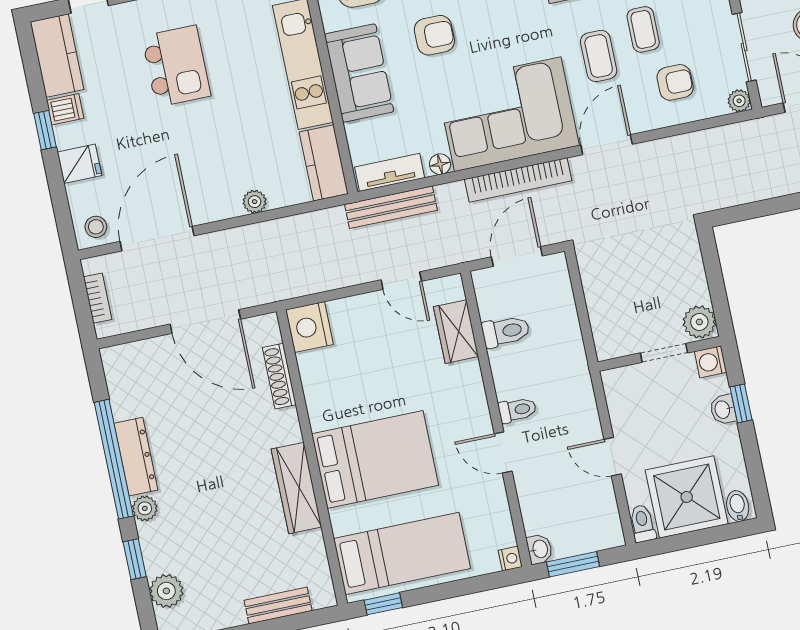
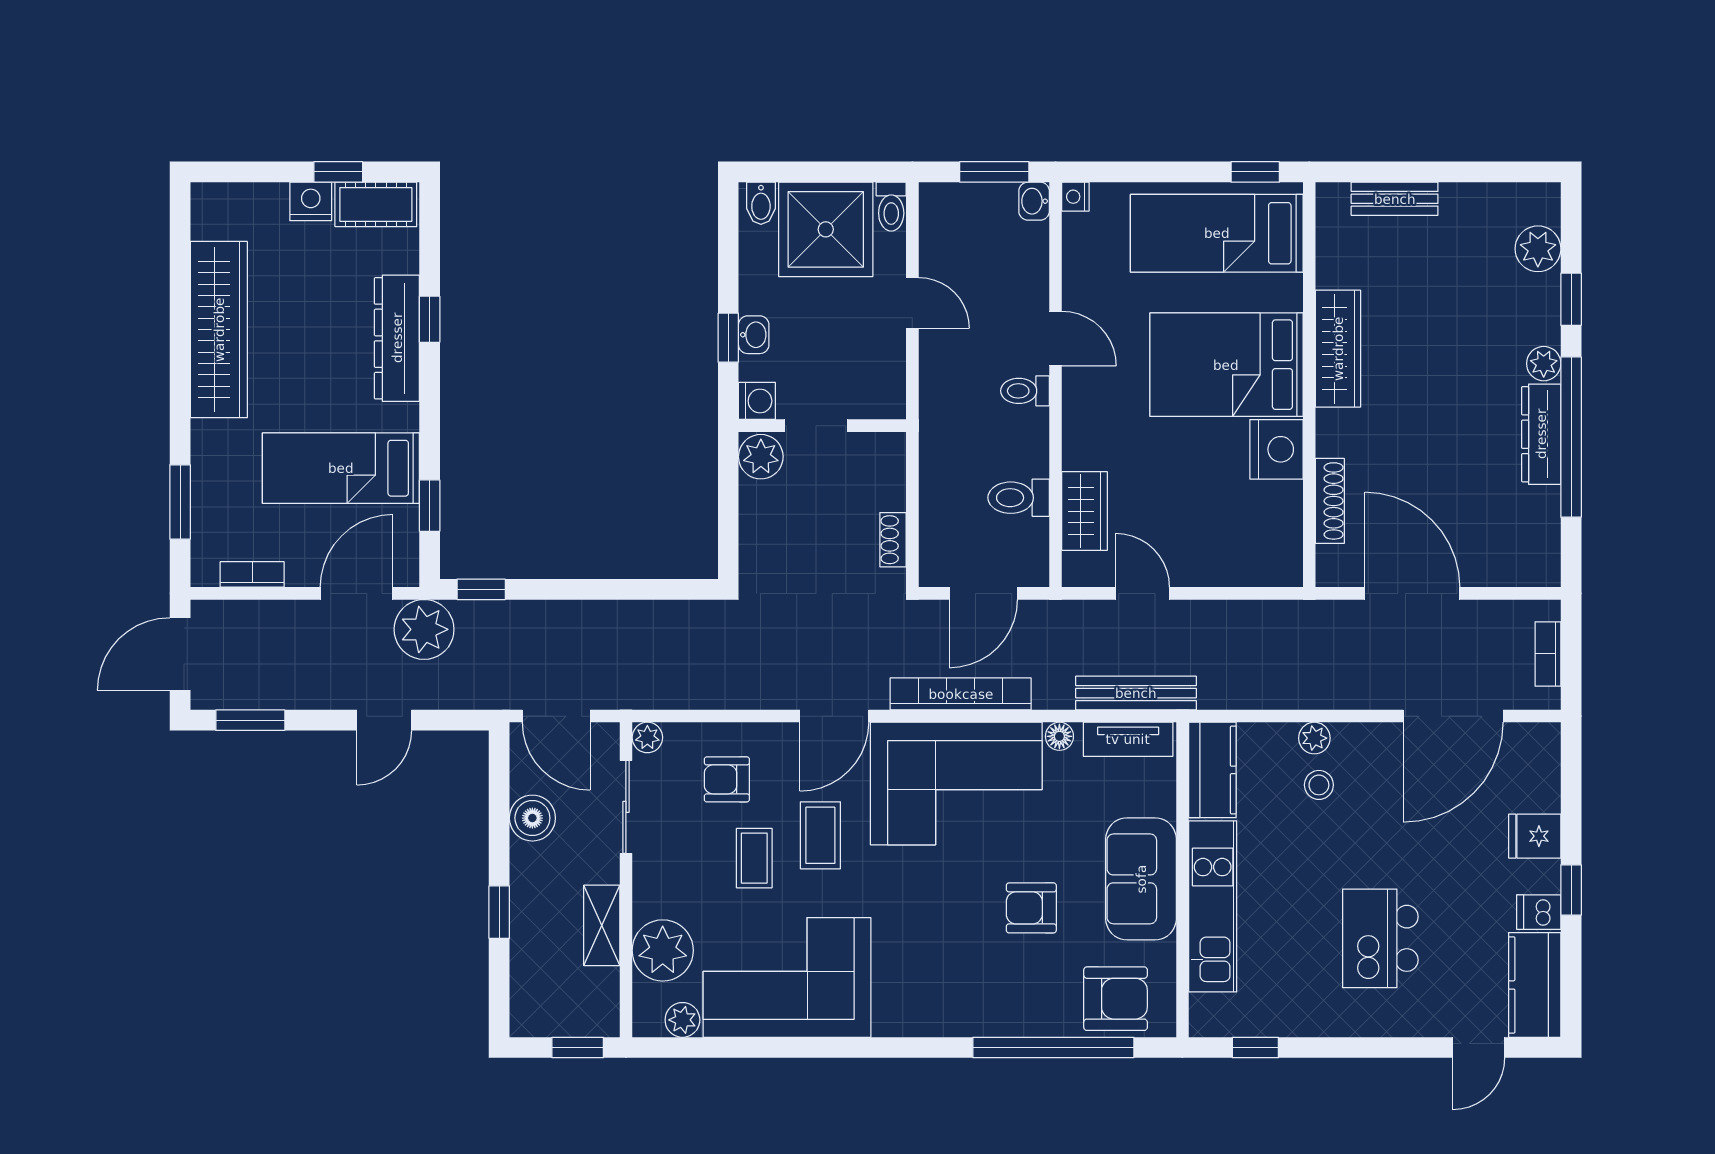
stool: (96, 227) -> (1319, 785), moved
shoe rack: (591, 282) -> (893, 540), added
nightstand: (309, 327) -> (1276, 449), moved

